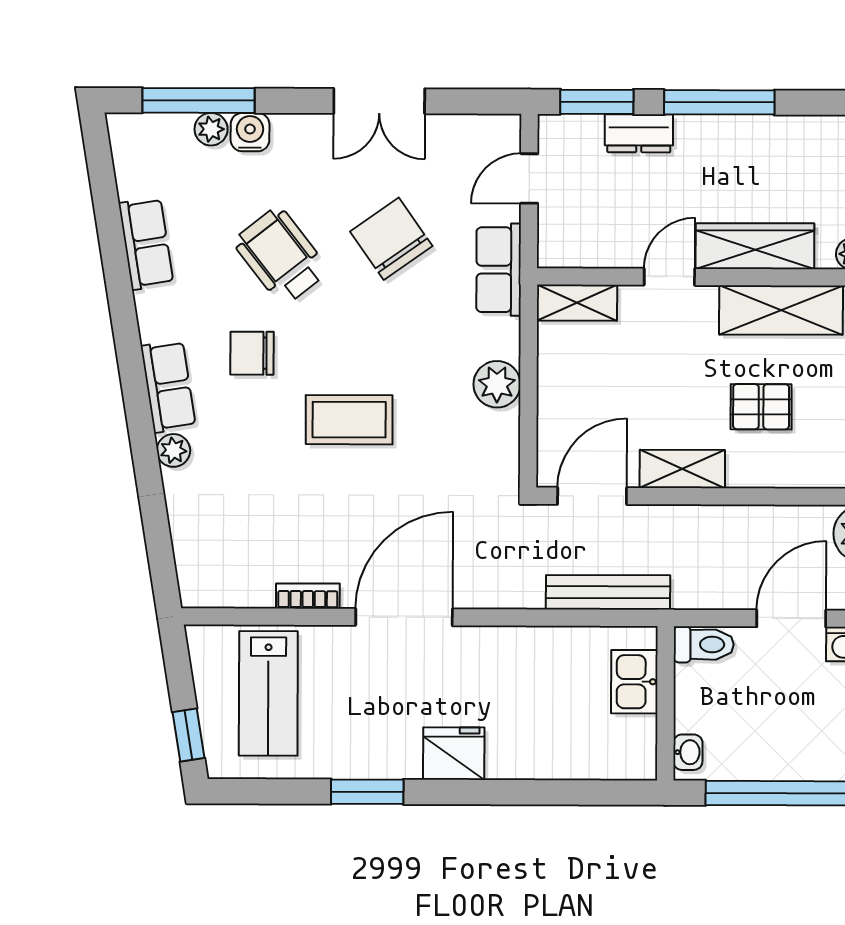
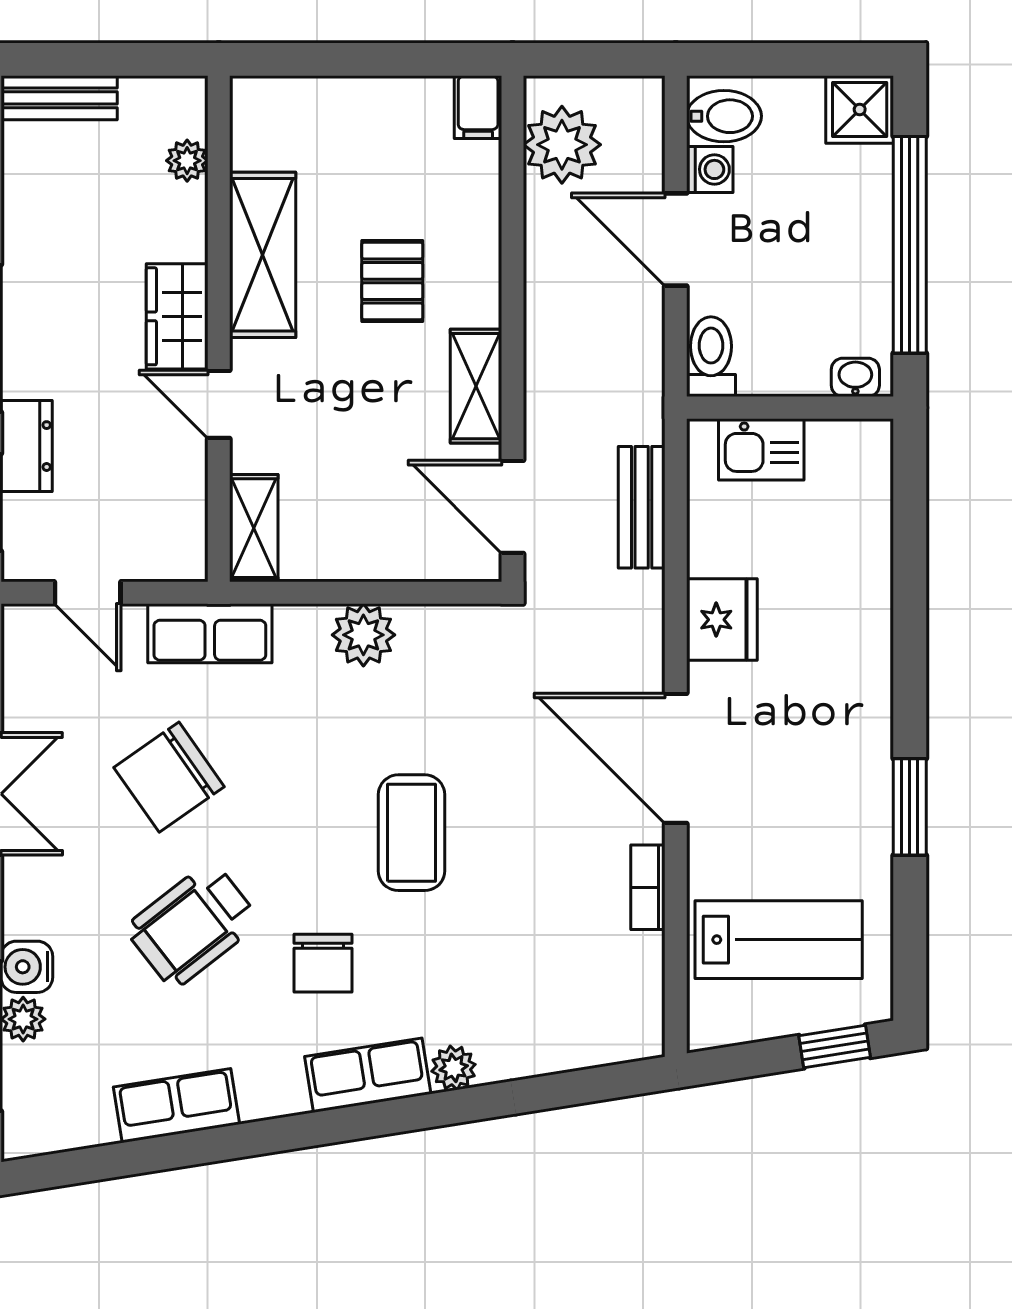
wardrobe: (755, 246) -> (177, 316), width x0.67
bench: (608, 592) -> (642, 507), width x0.73
fridge: (454, 754) -> (722, 620), moved, turned 180

